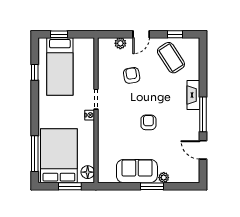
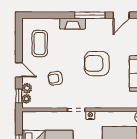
window: (175, 34) -> (19, 96), moved
plant: (108, 43) -> (26, 99), added
coffee table: (171, 58) -> (40, 44), turned -57
armchair: (148, 122) -> (97, 63), width x1.88, depth x1.88

